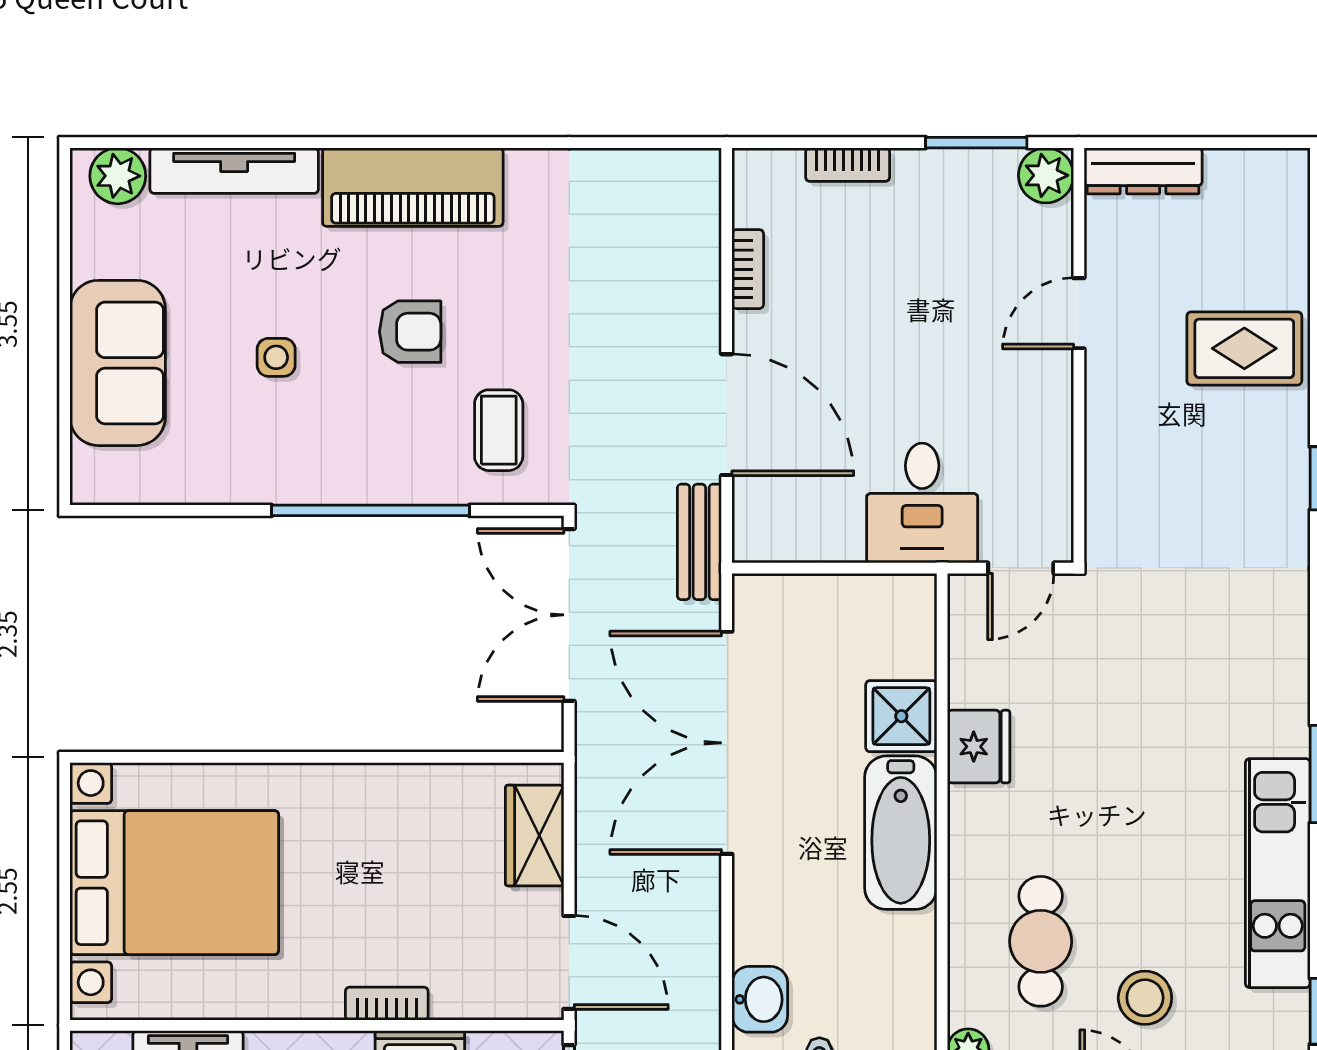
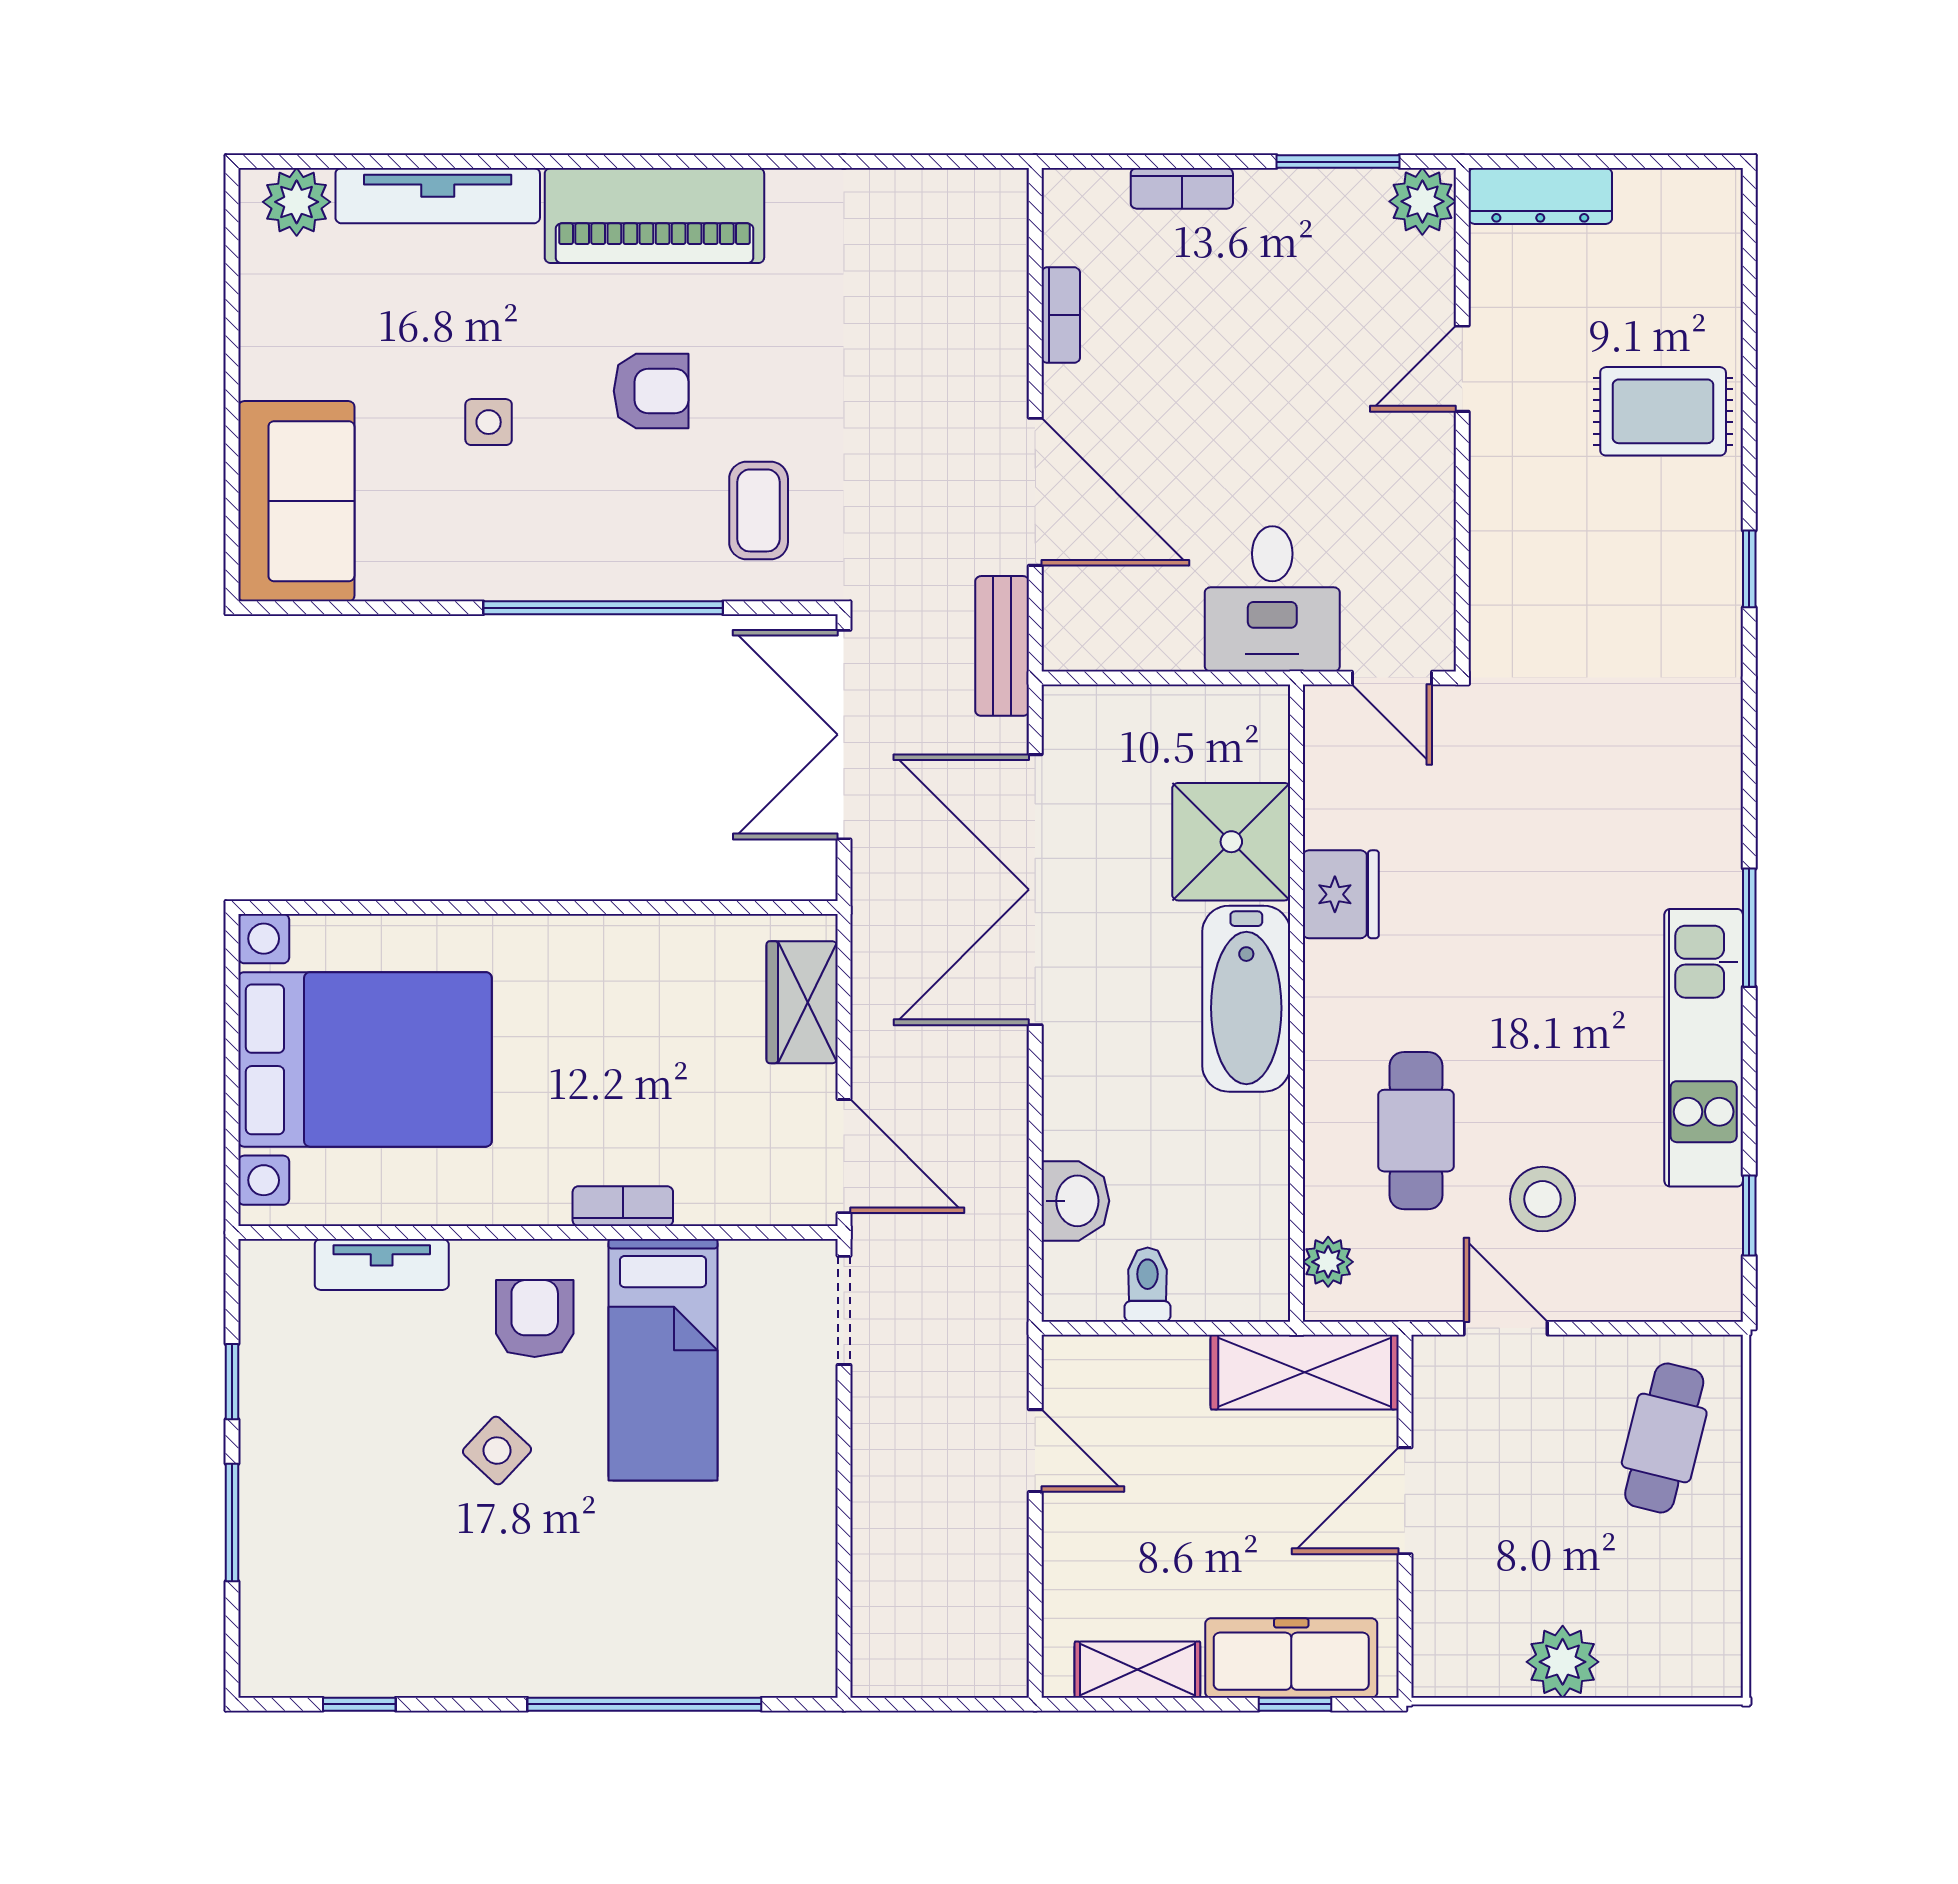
sofa: (118, 363) -> (296, 501), moved
door: (1021, 568) -> (1392, 678), hinge flipped
shower: (901, 716) -> (1231, 842), width x1.36, depth x1.36

